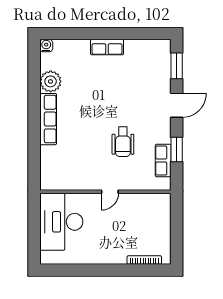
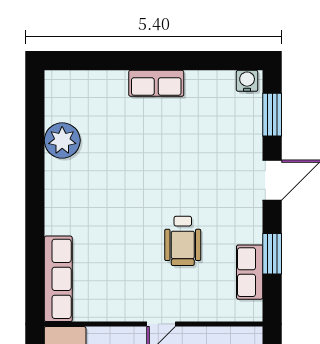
water cooler: (46, 46) -> (247, 81), moved
row of seats: (48, 119) -> (58, 279), moved

